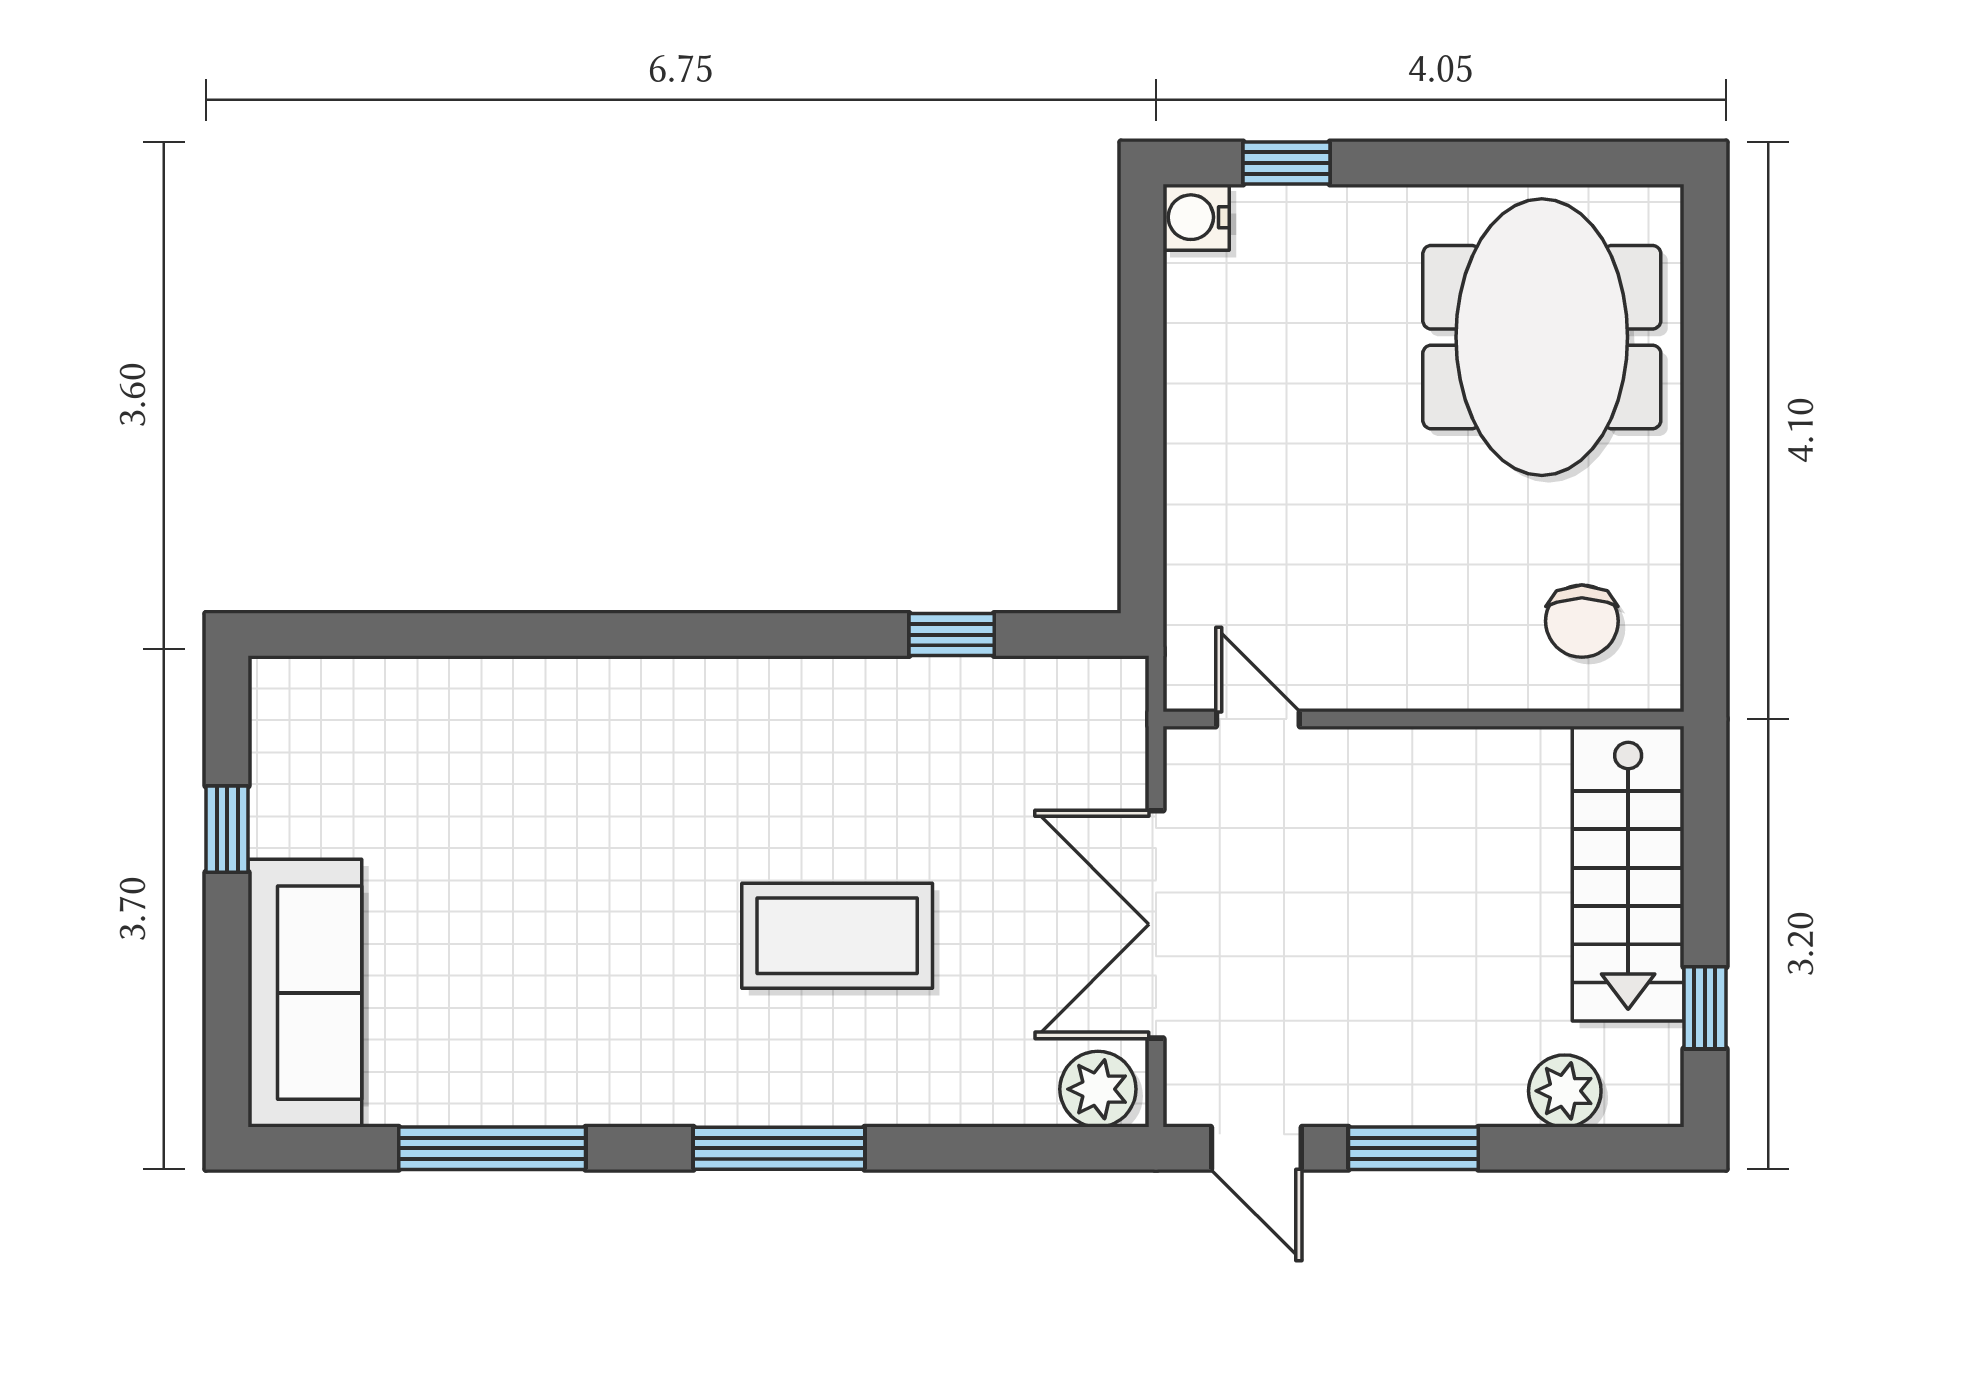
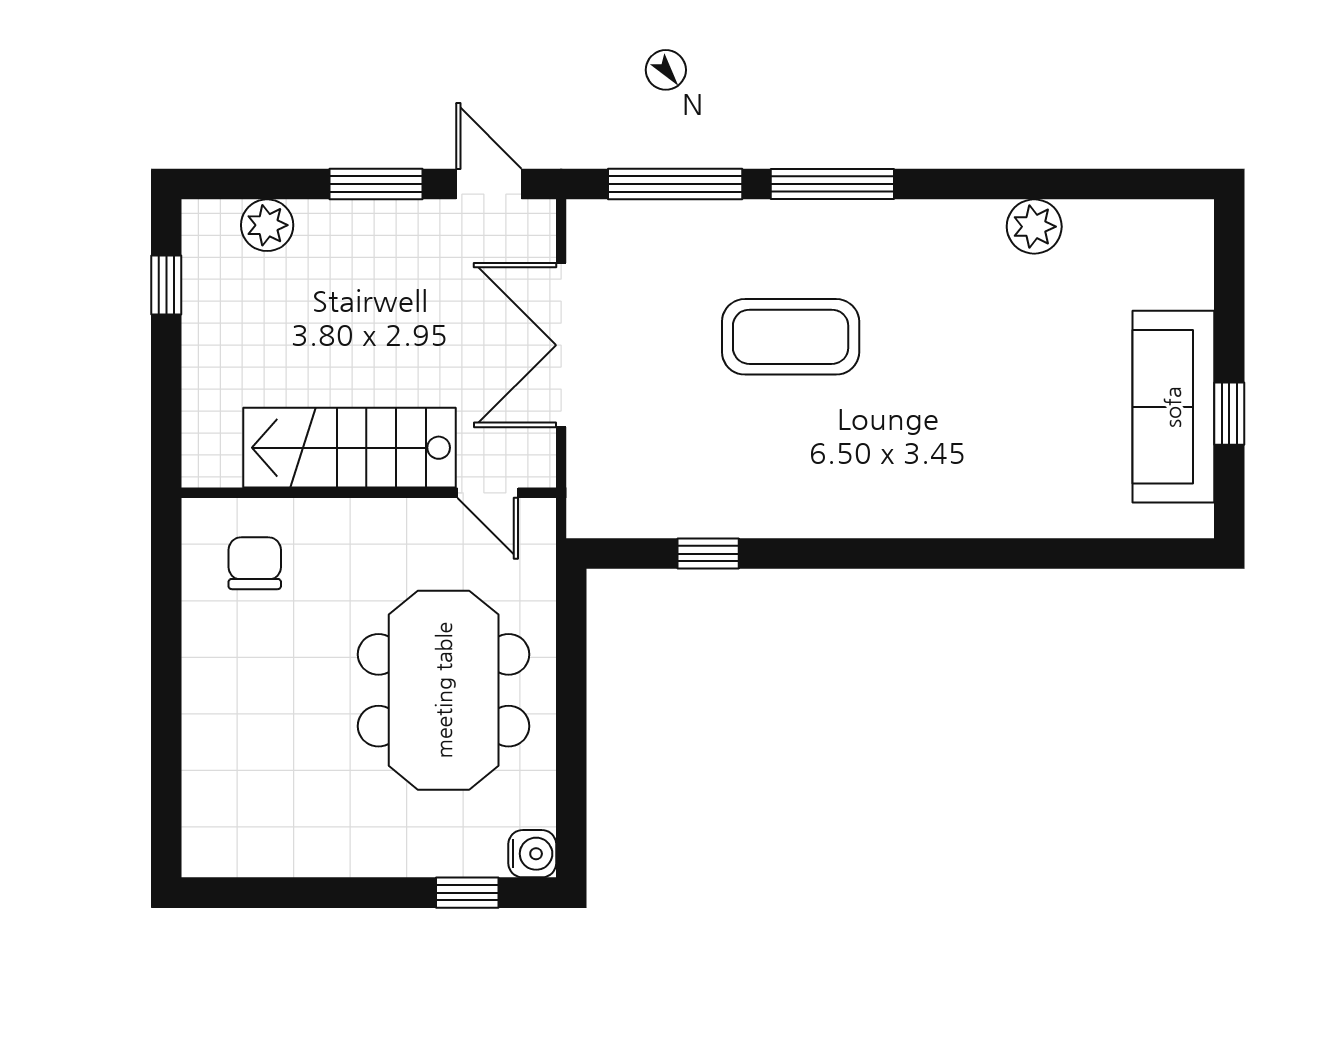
meeting table: (1542, 337) -> (444, 690), moved
stairs: (1628, 874) -> (349, 448), moved, turned -90
double door: (1156, 924) -> (561, 345), swing flipped
sofa: (305, 993) -> (1173, 407), moved
plant: (1098, 1089) -> (1034, 227), moved
window: (492, 1148) -> (675, 184), moved

